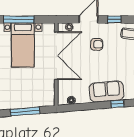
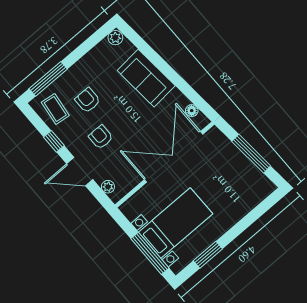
armchair: (120, 53) -> (88, 100), added
double door: (56, 56) -> (174, 157), moved
window: (117, 104) -> (150, 53), removed

